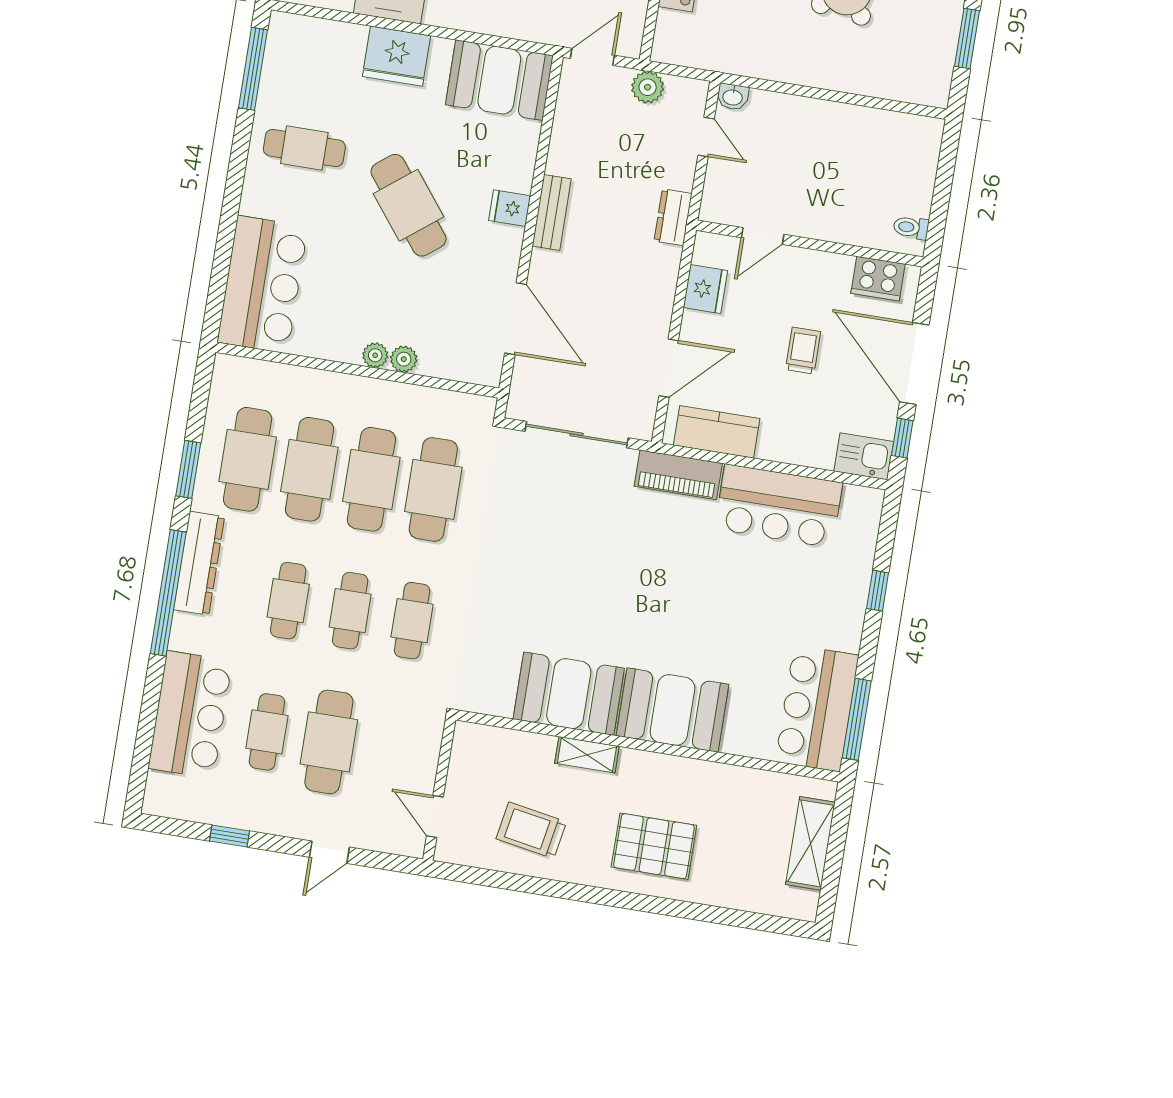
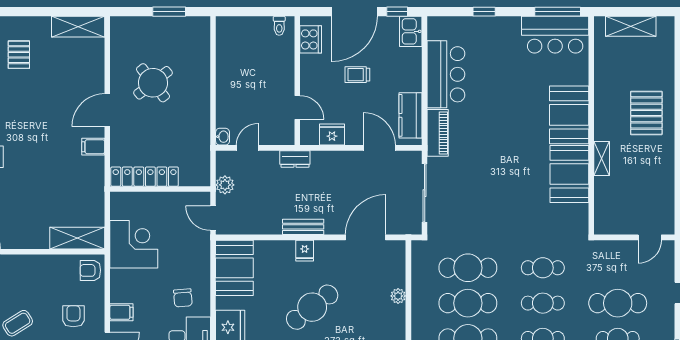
plant: (375, 355) -> (399, 312), removed
trolley: (531, 830) -> (649, 183), removed

